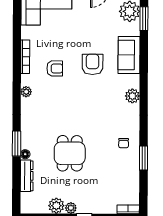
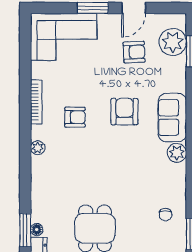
armchair: (100, 19) -> (134, 52), added
sofa: (129, 55) -> (172, 118), moved
window: (17, 144) -> (25, 230), moved

